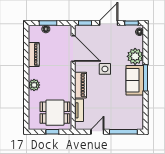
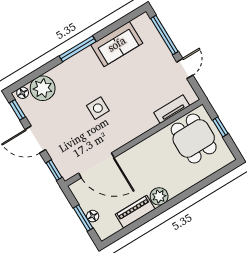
door: (73, 48) -> (96, 165), swing flipped
plant: (135, 56) -> (43, 88), moved
sofa: (135, 80) -> (117, 44), moved
plant: (34, 85) -> (159, 196), moved
piano: (81, 85) -> (138, 127), removed
door: (97, 132) -> (185, 69), swing flipped

